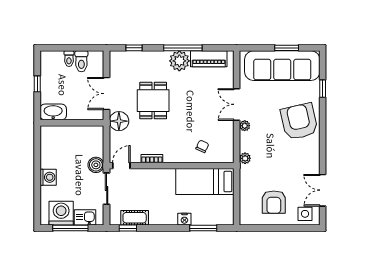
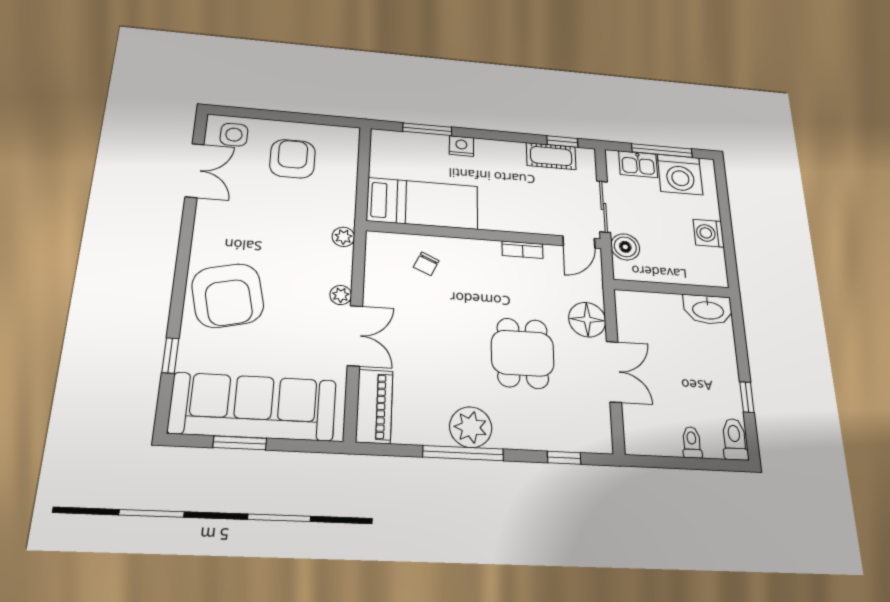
piano: (209, 59) -> (374, 406), moved, turned 90
toilet: (81, 61) -> (734, 439), moved
washbasin: (53, 112) -> (708, 310), moved
wall: (72, 123) -> (672, 289), moved

